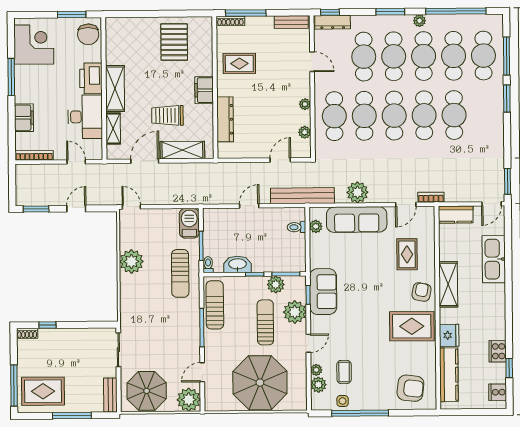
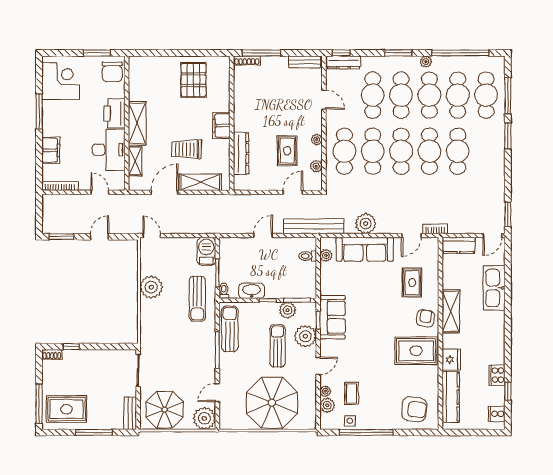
rug: (239, 64) -> (287, 151), moved, turned 90

